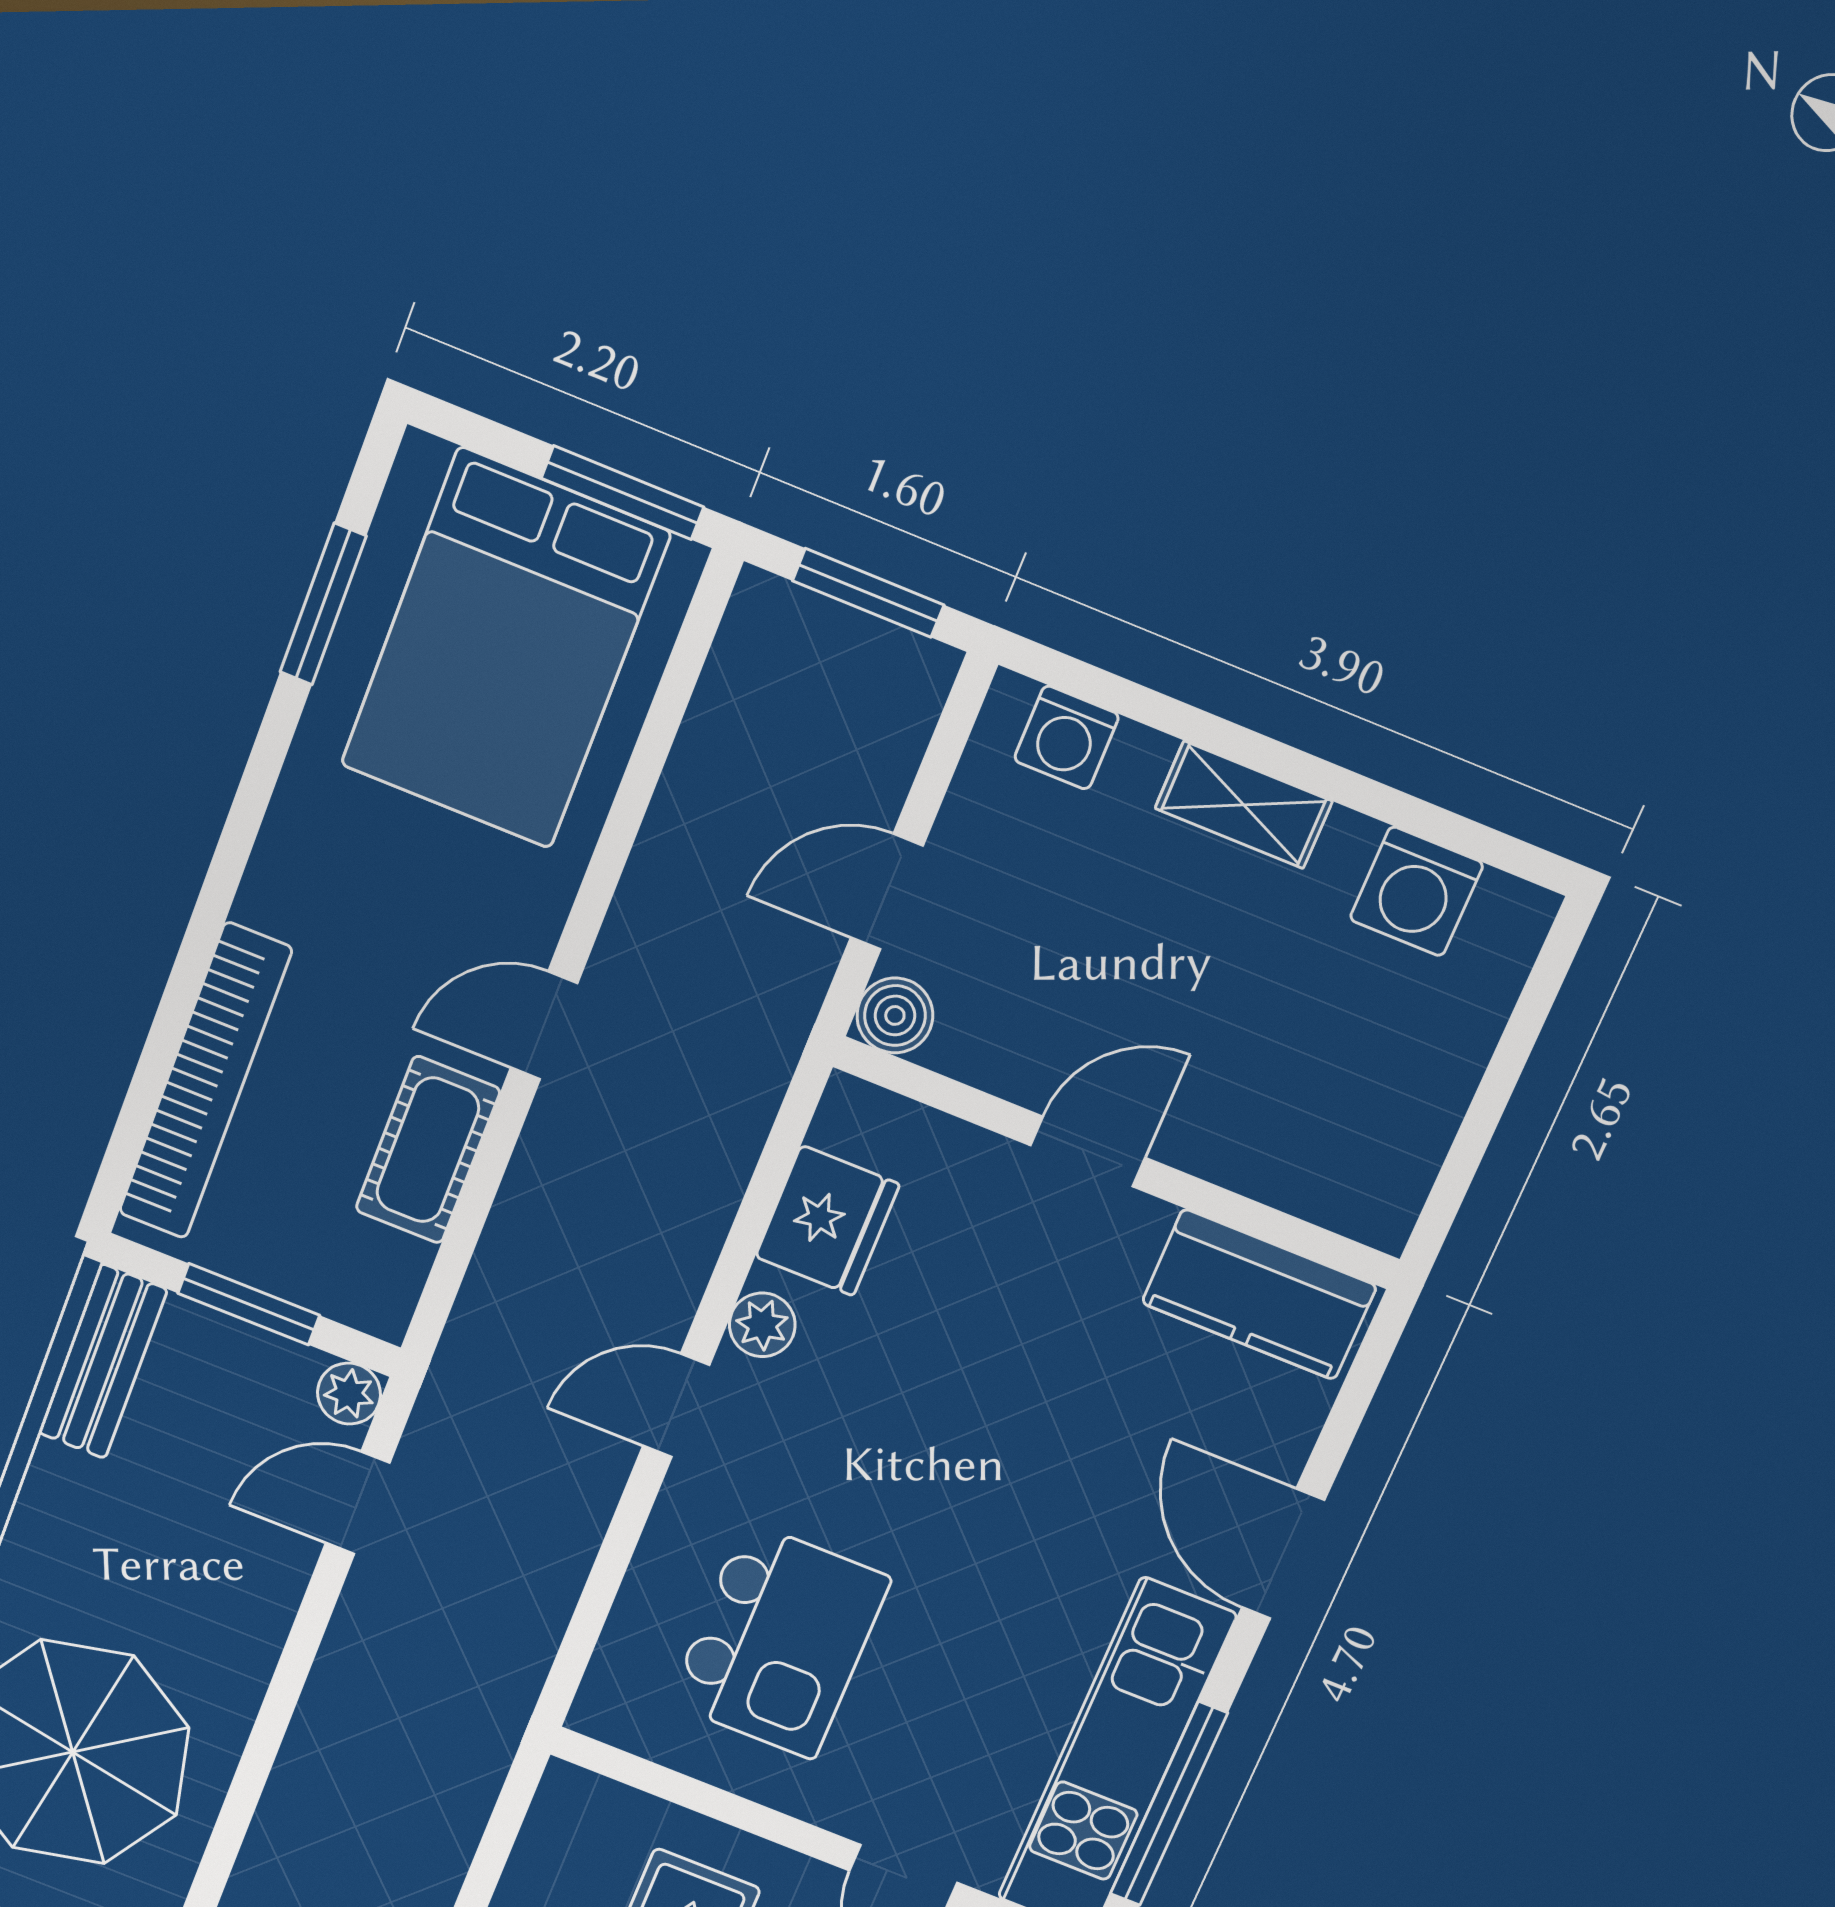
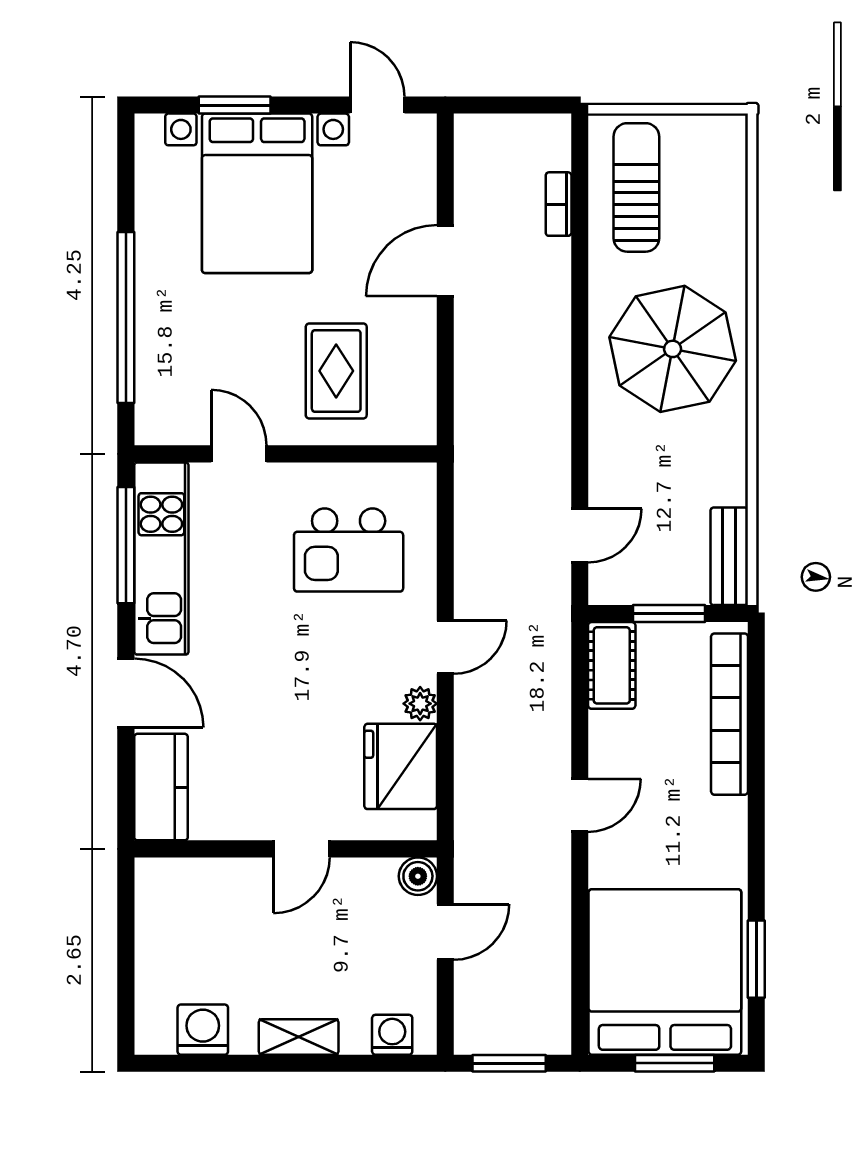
window: (622, 493) -> (675, 1063), moved
bed: (505, 649) -> (665, 972), width x1.36
cot: (428, 1150) -> (612, 665), moved
fridge: (827, 1221) -> (401, 766), width x1.36, depth x1.34
kitchen counter: (1259, 1294) -> (161, 787), moved, turned 90
plant: (349, 1394) -> (604, 589), removed
kitchen island: (779, 1641) -> (349, 550), turned -90

